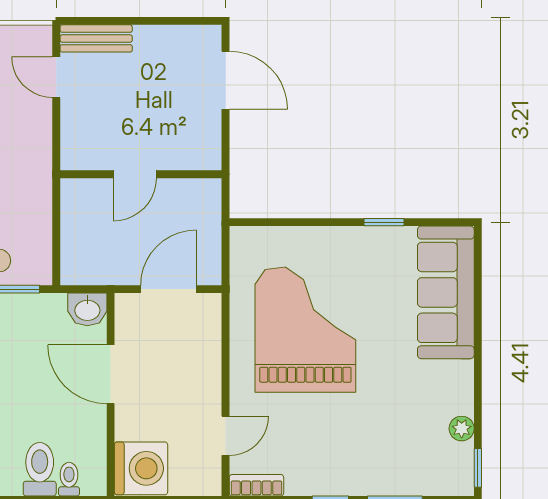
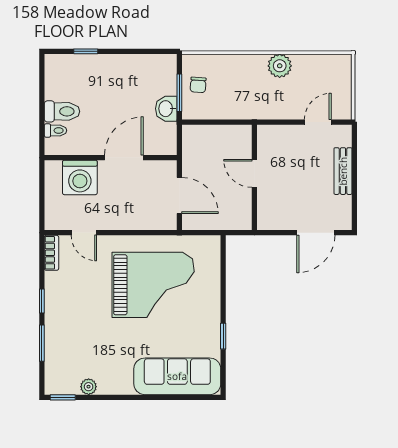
bench: (96, 38) -> (343, 171), moved
washbasin: (87, 309) -> (166, 109), moved
washing machine: (141, 468) -> (80, 177), moved

